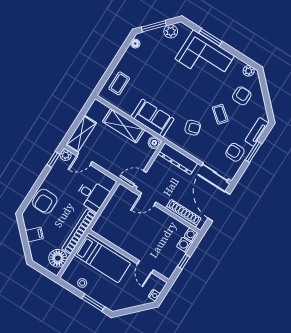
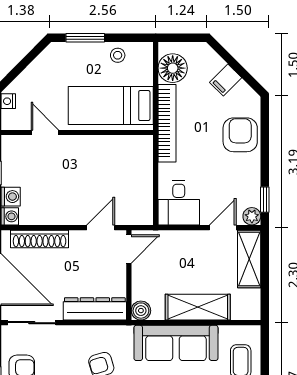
sofa: (152, 118) -> (176, 343), width x1.36
desk: (92, 195) -> (179, 203), moved, turned -90

